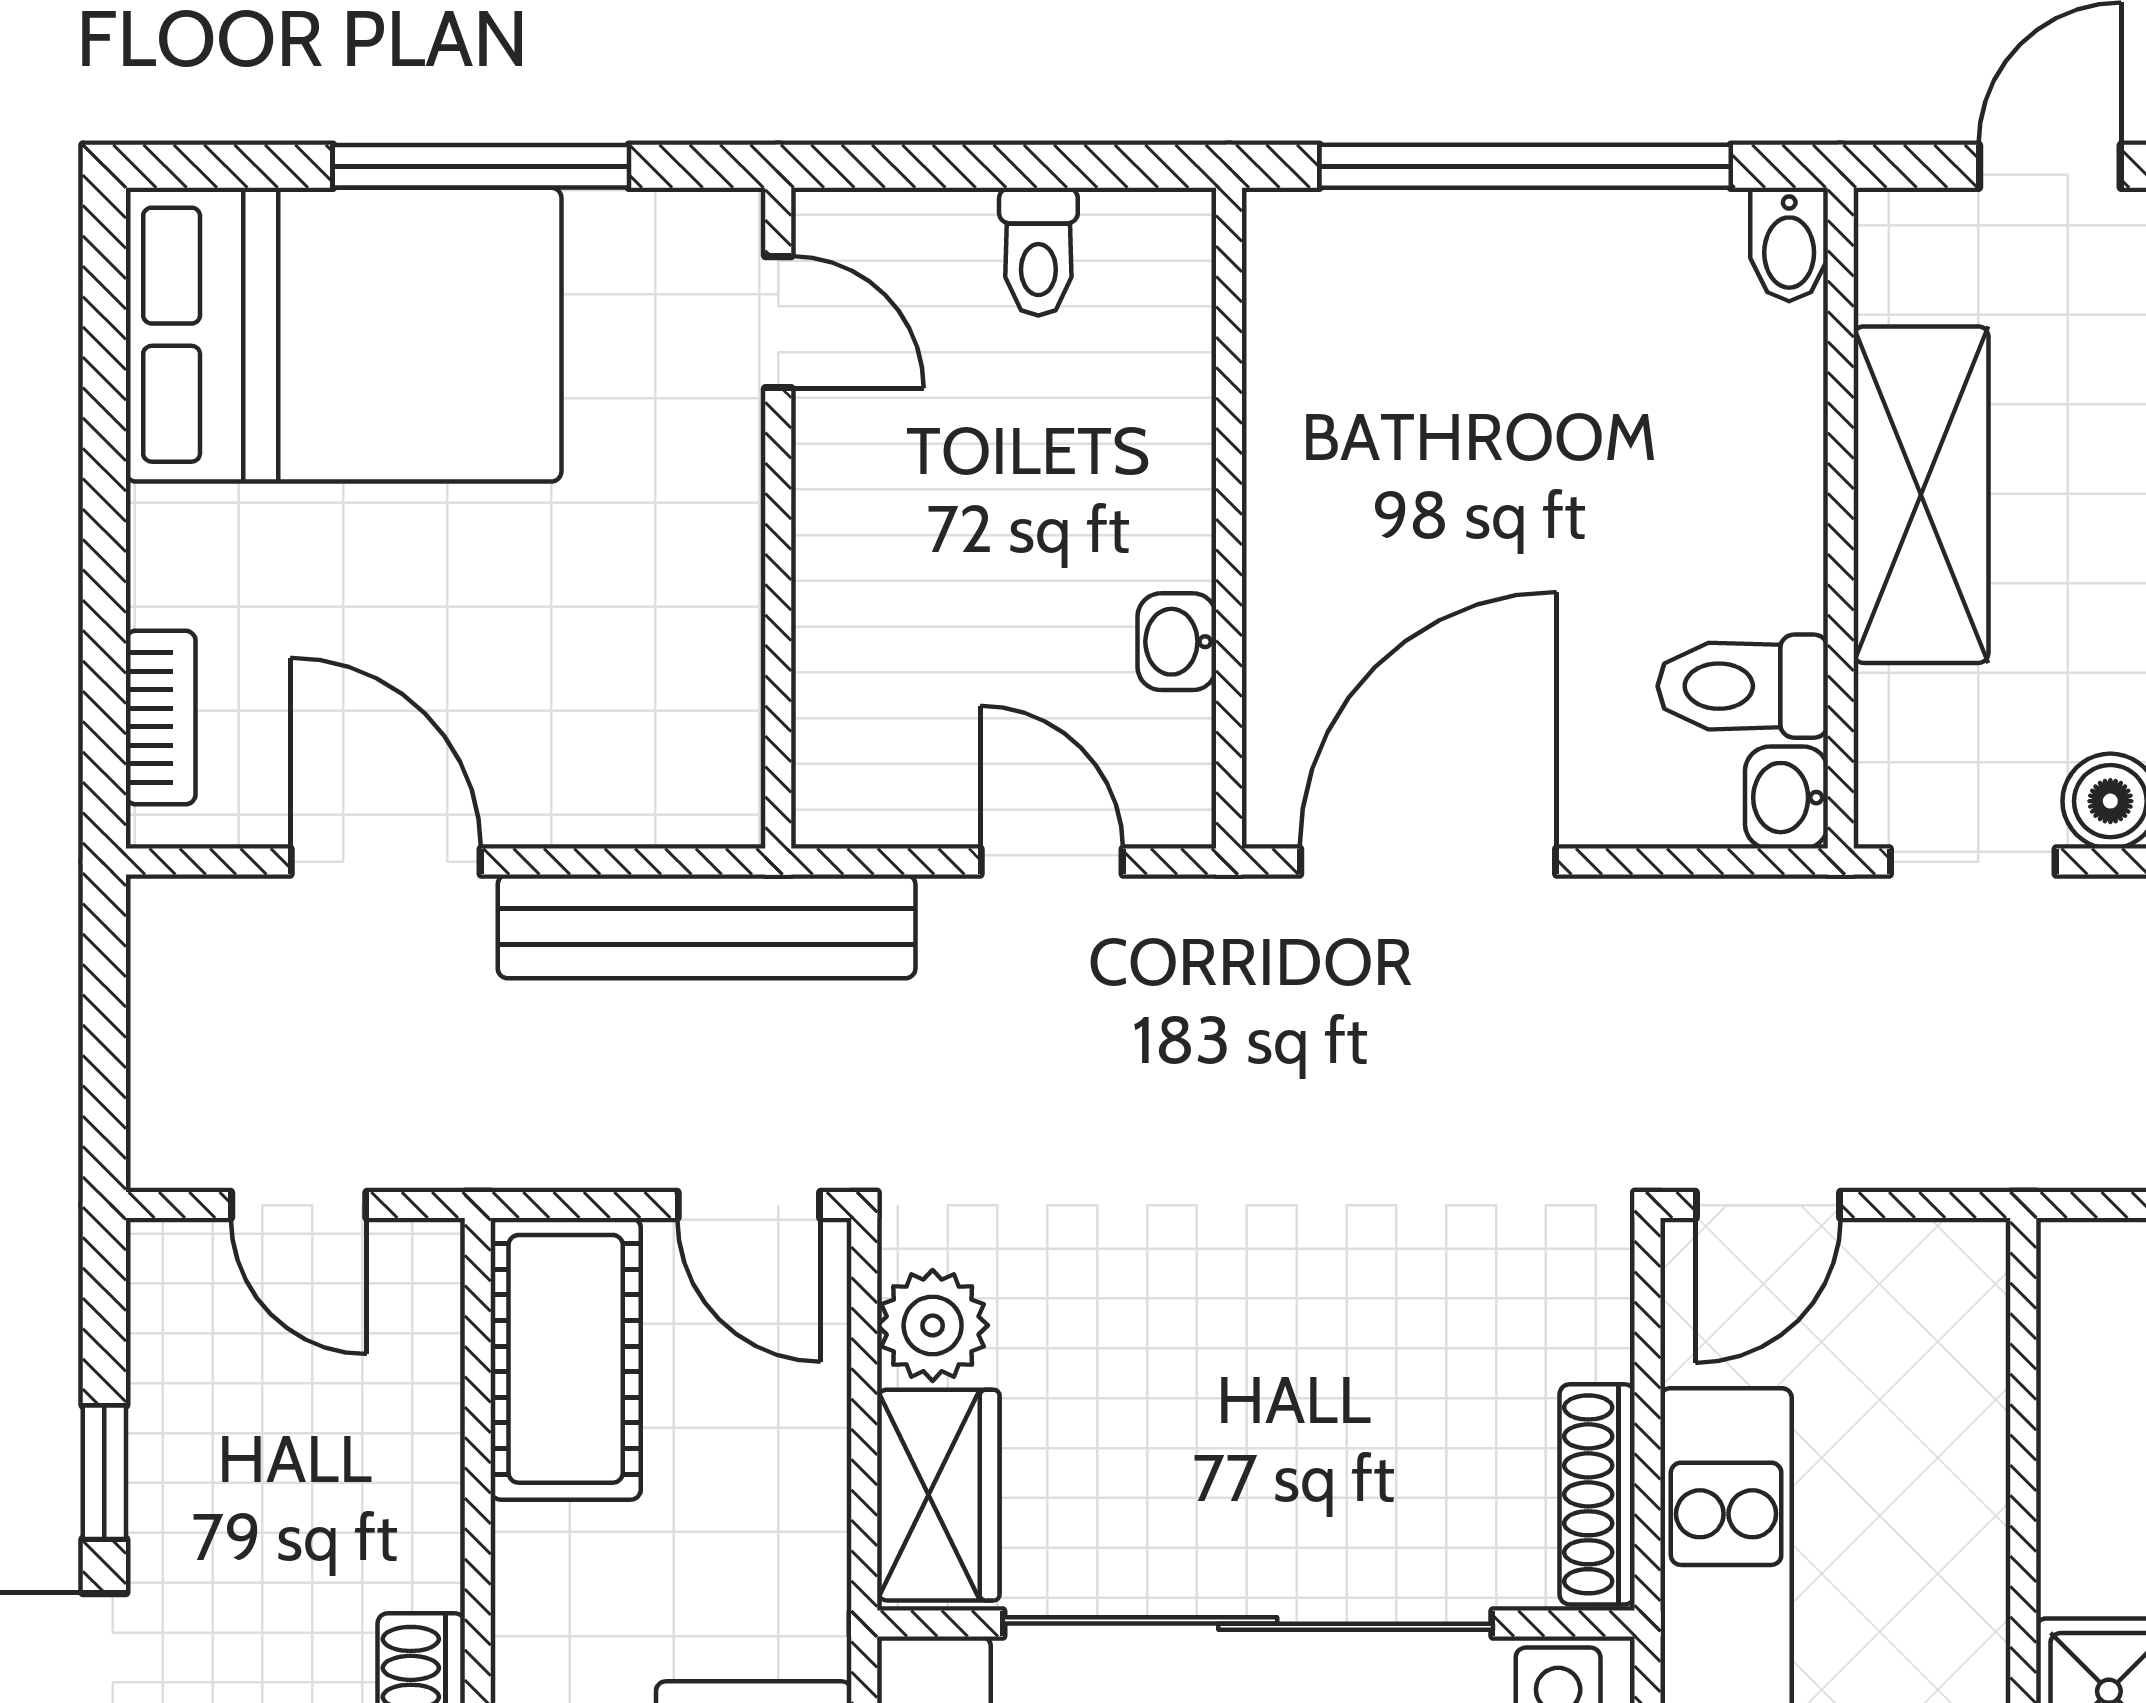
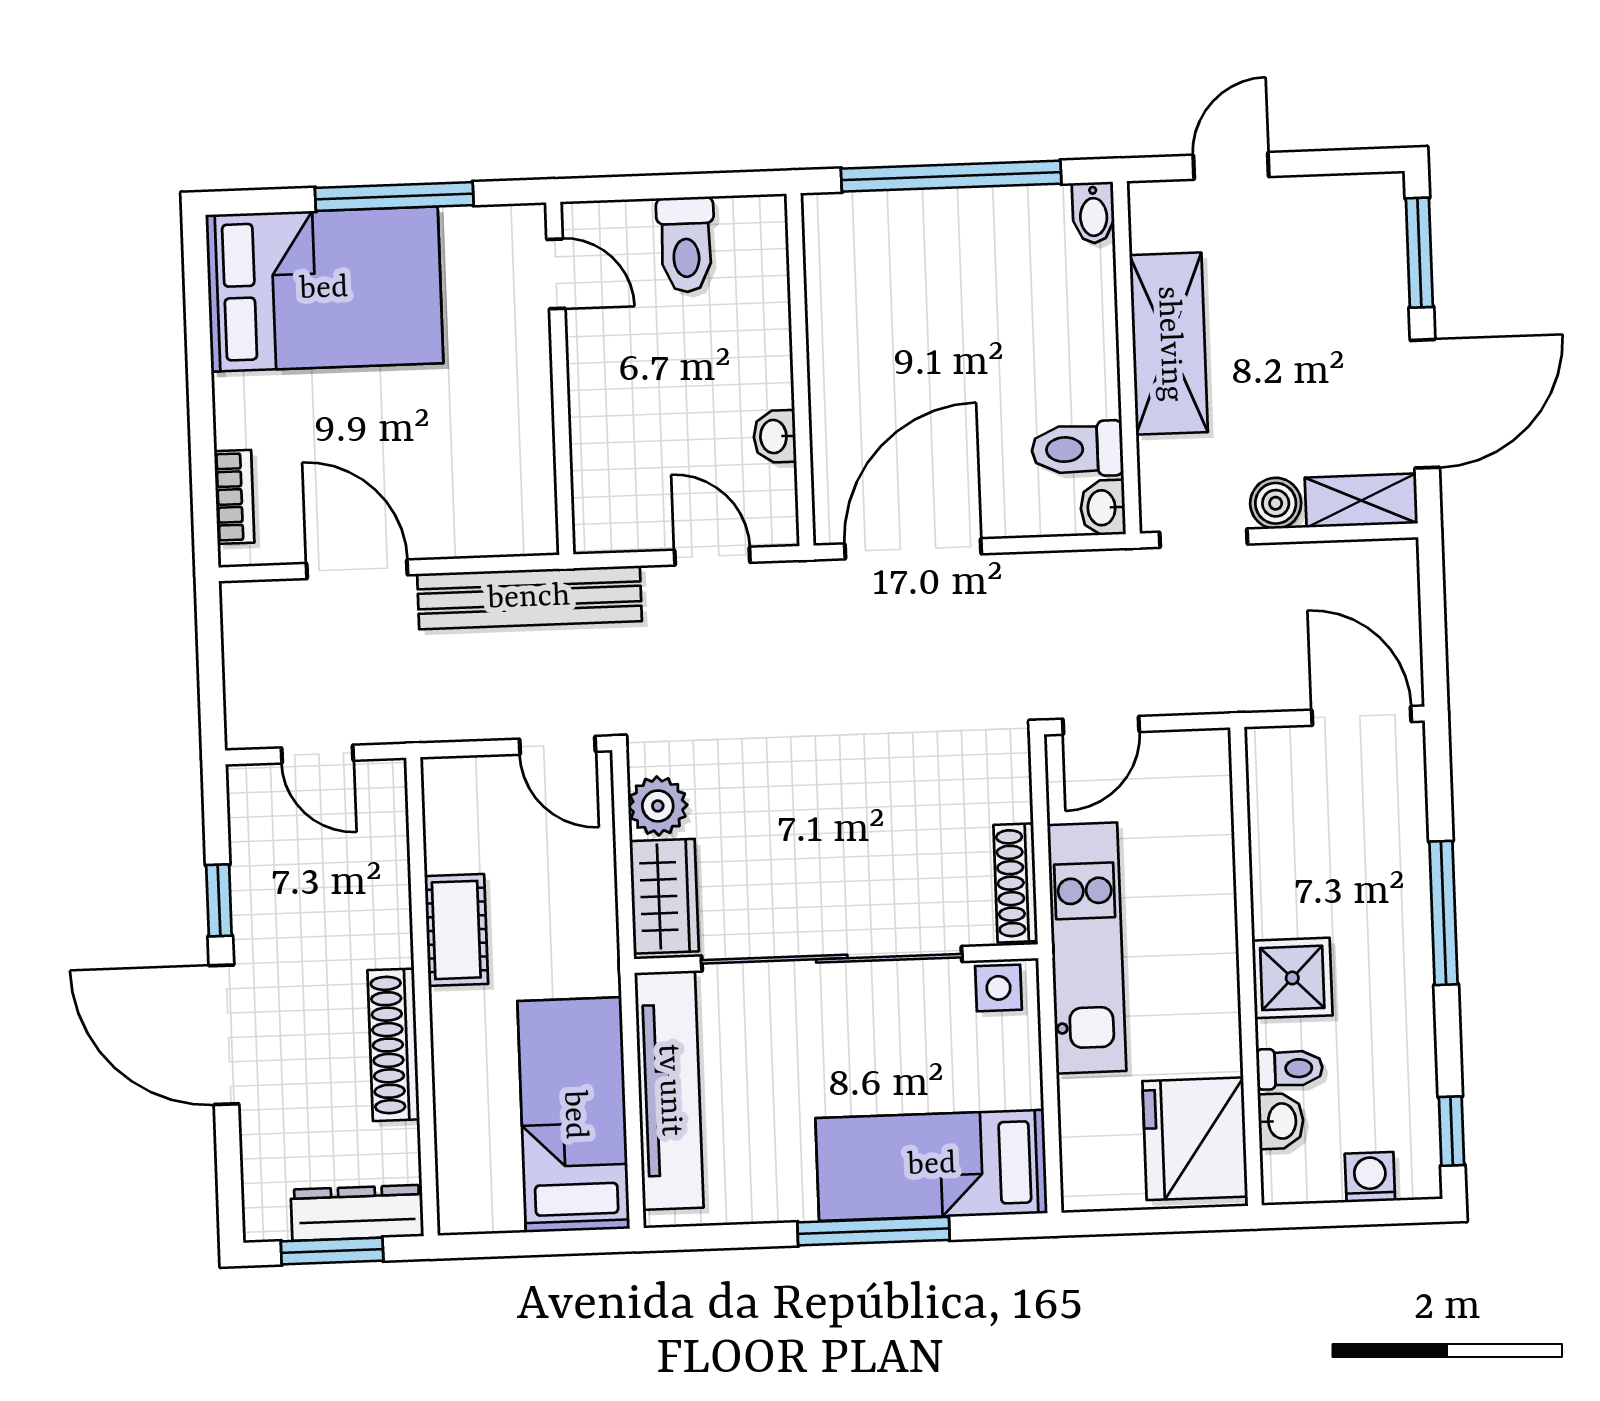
toilet: (1038, 252) -> (686, 245), width x1.37, depth x1.39
cot: (566, 1359) -> (456, 930), moved, width x0.73, depth x0.75

